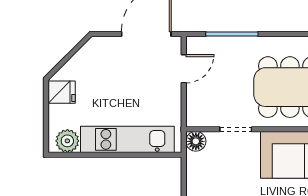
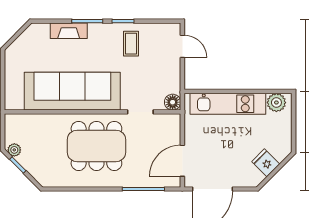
door: (184, 69) -> (182, 161), width x1.38
fridge: (62, 92) -> (266, 163), moved, turned 45

